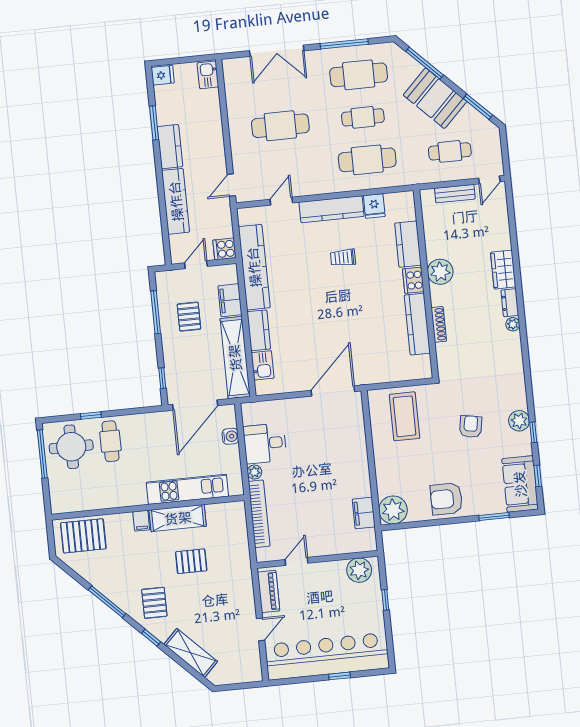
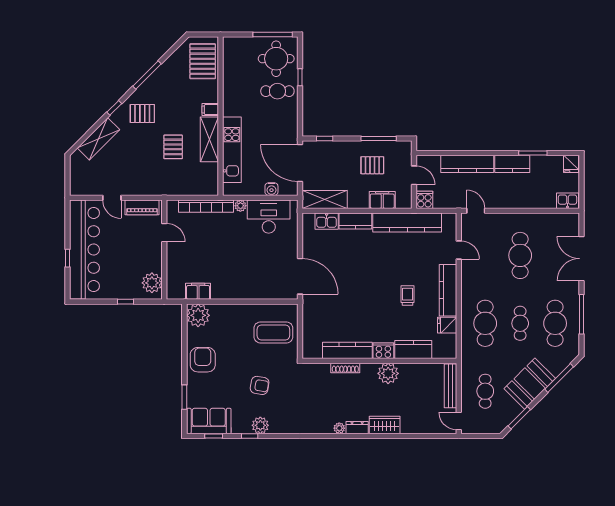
bench: (455, 194) -> (450, 386), width x1.36
shelving: (235, 358) -> (325, 199), width x0.68
desk: (265, 443) -> (269, 217), width x1.37

